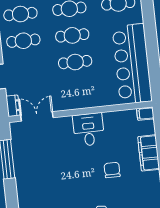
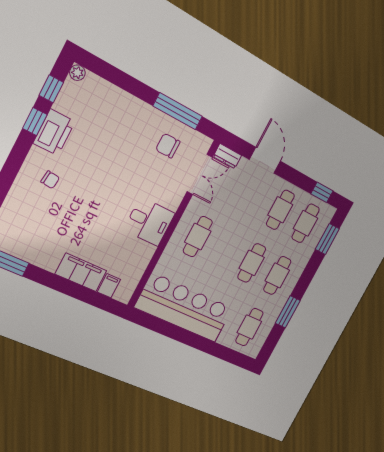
cafe table: (75, 62) -> (198, 237), moved
filing cabinet: (145, 114) -> (109, 286), moved
chair: (112, 170) -> (168, 146), moved, turned 180

